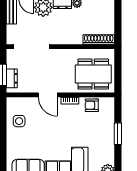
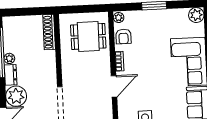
dining table: (93, 74) -> (88, 36), width x0.73
plant: (109, 102) -> (119, 18), added

